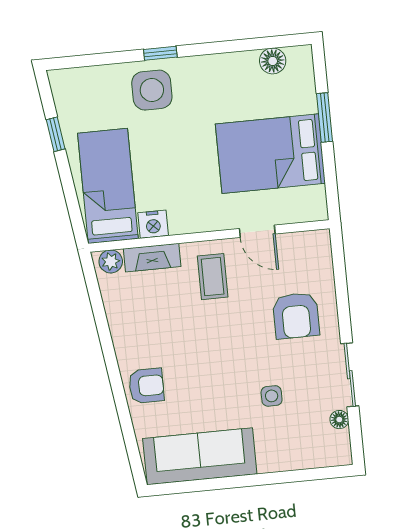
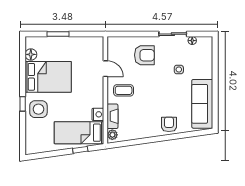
window: (56, 134) -> (80, 150), moved
bed: (270, 154) -> (48, 77), moved, turned -90
door: (257, 231) -> (105, 69), hinge flipped

